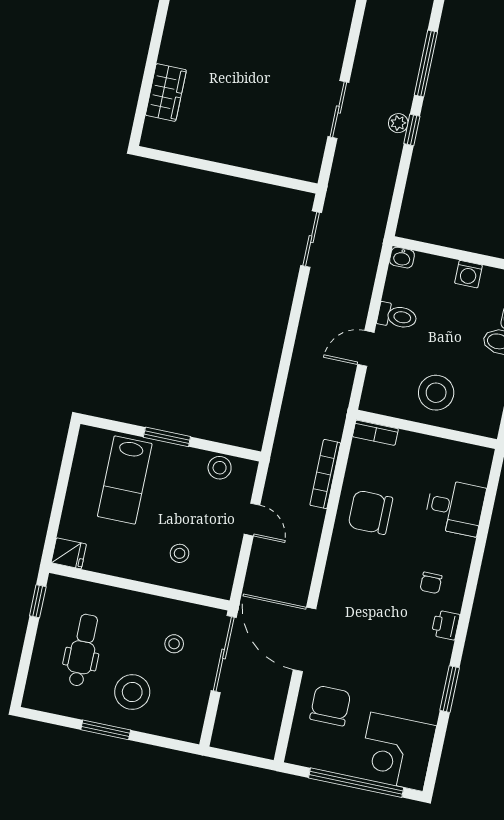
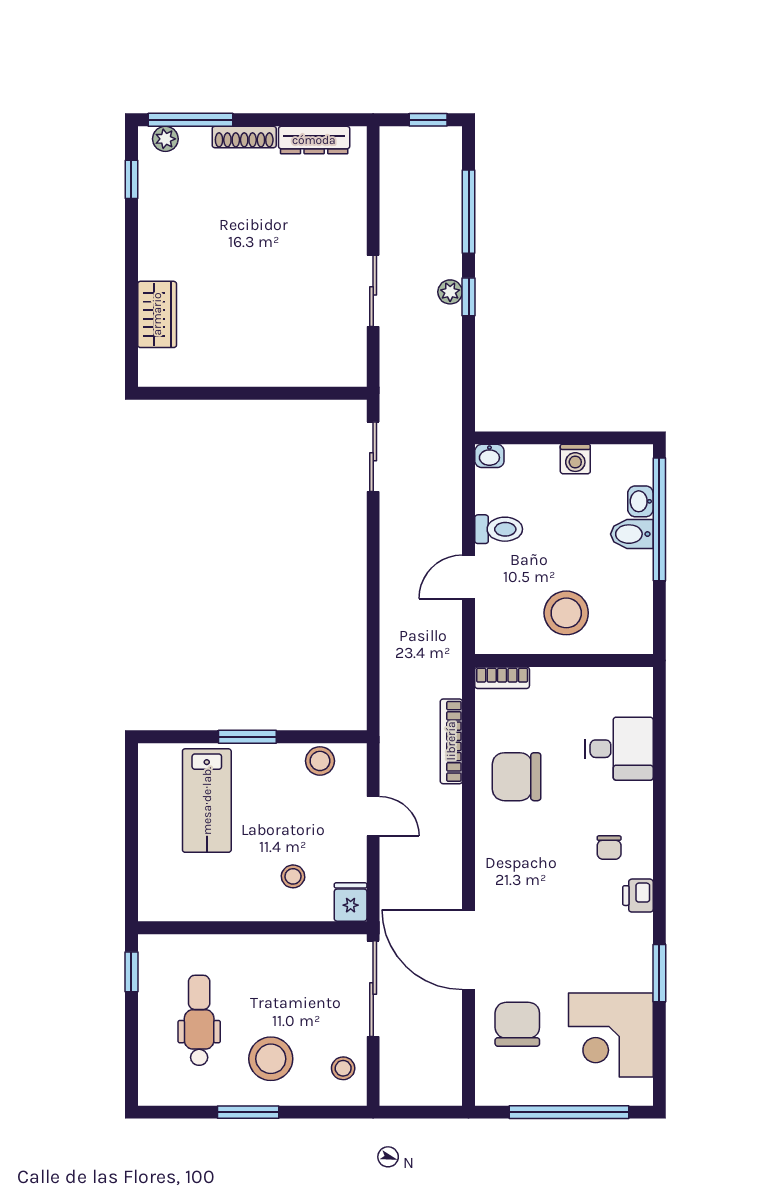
fridge: (69, 553) -> (351, 902), moved, turned -90
stool: (174, 644) -> (343, 1068), moved
corner desk: (397, 752) -> (611, 1035), moved

